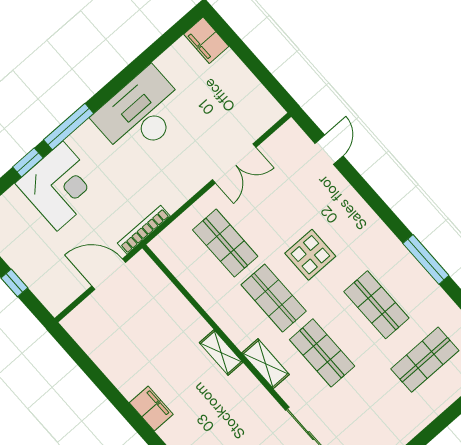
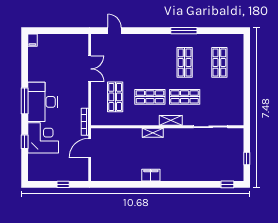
filing cabinet: (206, 40) -> (32, 40), width x0.50
desk: (141, 113) -> (43, 102), moved
window: (69, 127) -> (25, 101), moved
shop shelf: (225, 243) -> (115, 97), turned 90
display table: (310, 255) -> (146, 70), removed
shop shelf: (376, 305) -> (185, 62), turned 90

